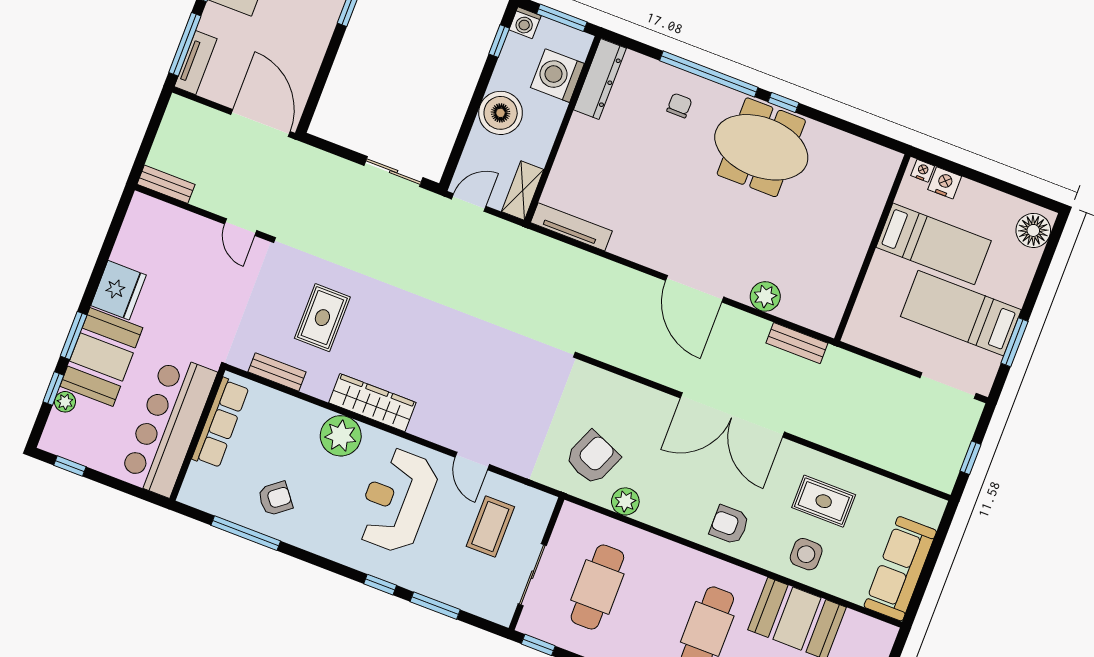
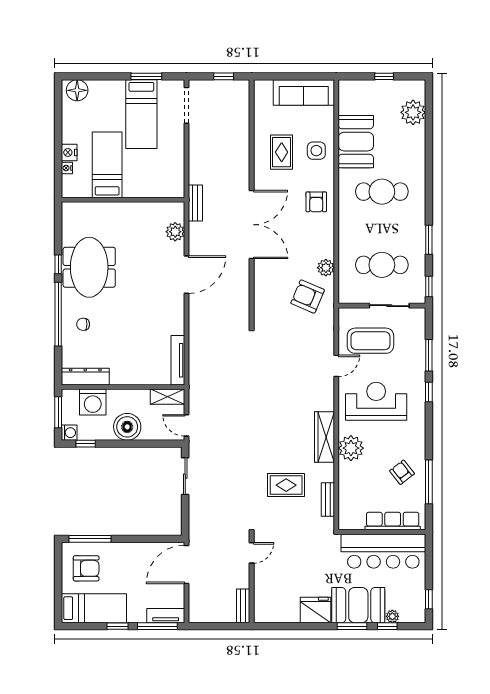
bed: (934, 244) -> (107, 165), moved
wall: (872, 248) -> (123, 200), moved
row of seats: (220, 423) -> (393, 521), moved
reception desk: (396, 500) -> (376, 401), turned 180
coffee table: (490, 527) -> (370, 341), width x1.36, depth x1.32

